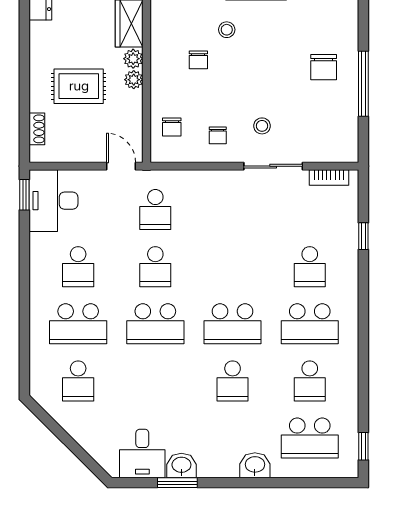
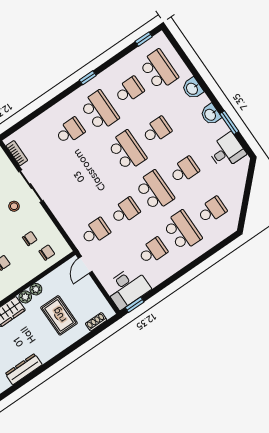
chair: (218, 135) -> (30, 239), moved
window: (363, 236) -> (88, 78), moved
school desk: (155, 381) -> (184, 170), added
washbasin: (181, 466) -> (211, 115), moved

